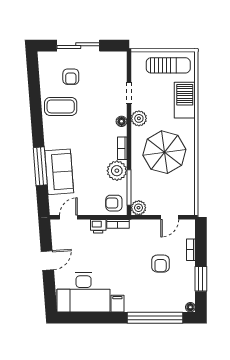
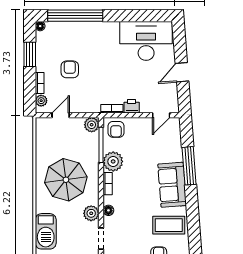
sofa: (59, 172) -> (172, 185), moved
armchair: (114, 203) -> (116, 129), turned 90
plant: (189, 232) -> (41, 101), added
filing cabinet: (117, 304) -> (112, 30), removed

